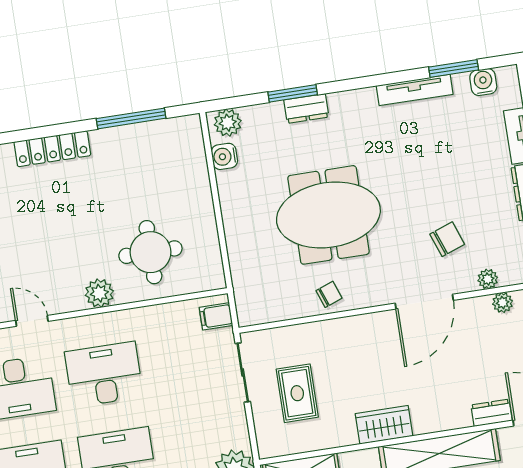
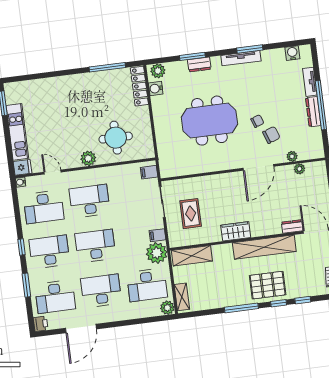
window: (454, 68) -> (250, 49), moved
tv unit: (415, 90) -> (241, 58), moved
locker: (52, 149) -> (139, 86), moved, turned 90
chair: (329, 294) -> (257, 121), moved
filing cabinet: (235, 436) -> (157, 235), added

